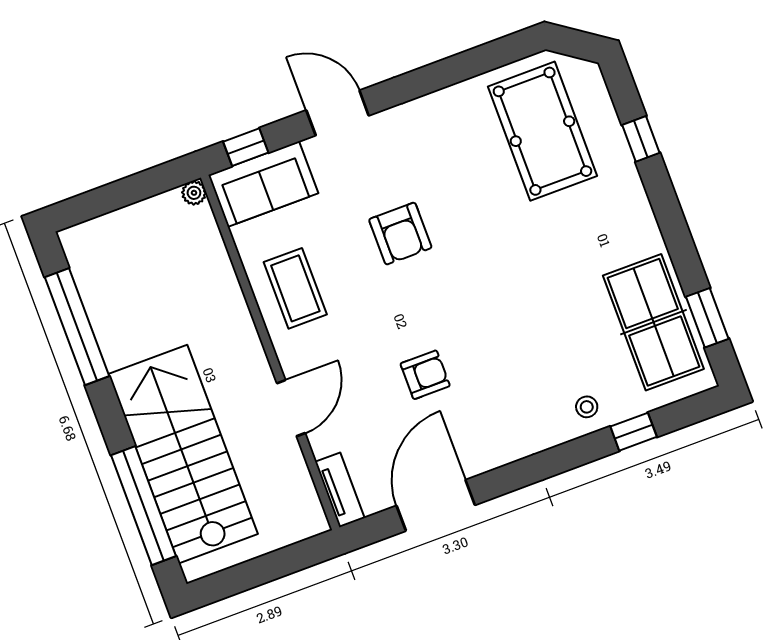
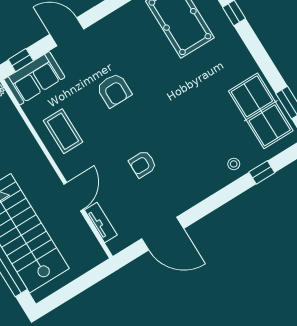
armchair: (425, 375) -> (143, 164), turned 180
tv unit: (340, 490) -> (101, 222), moved
door: (436, 505) -> (163, 234), swing flipped

